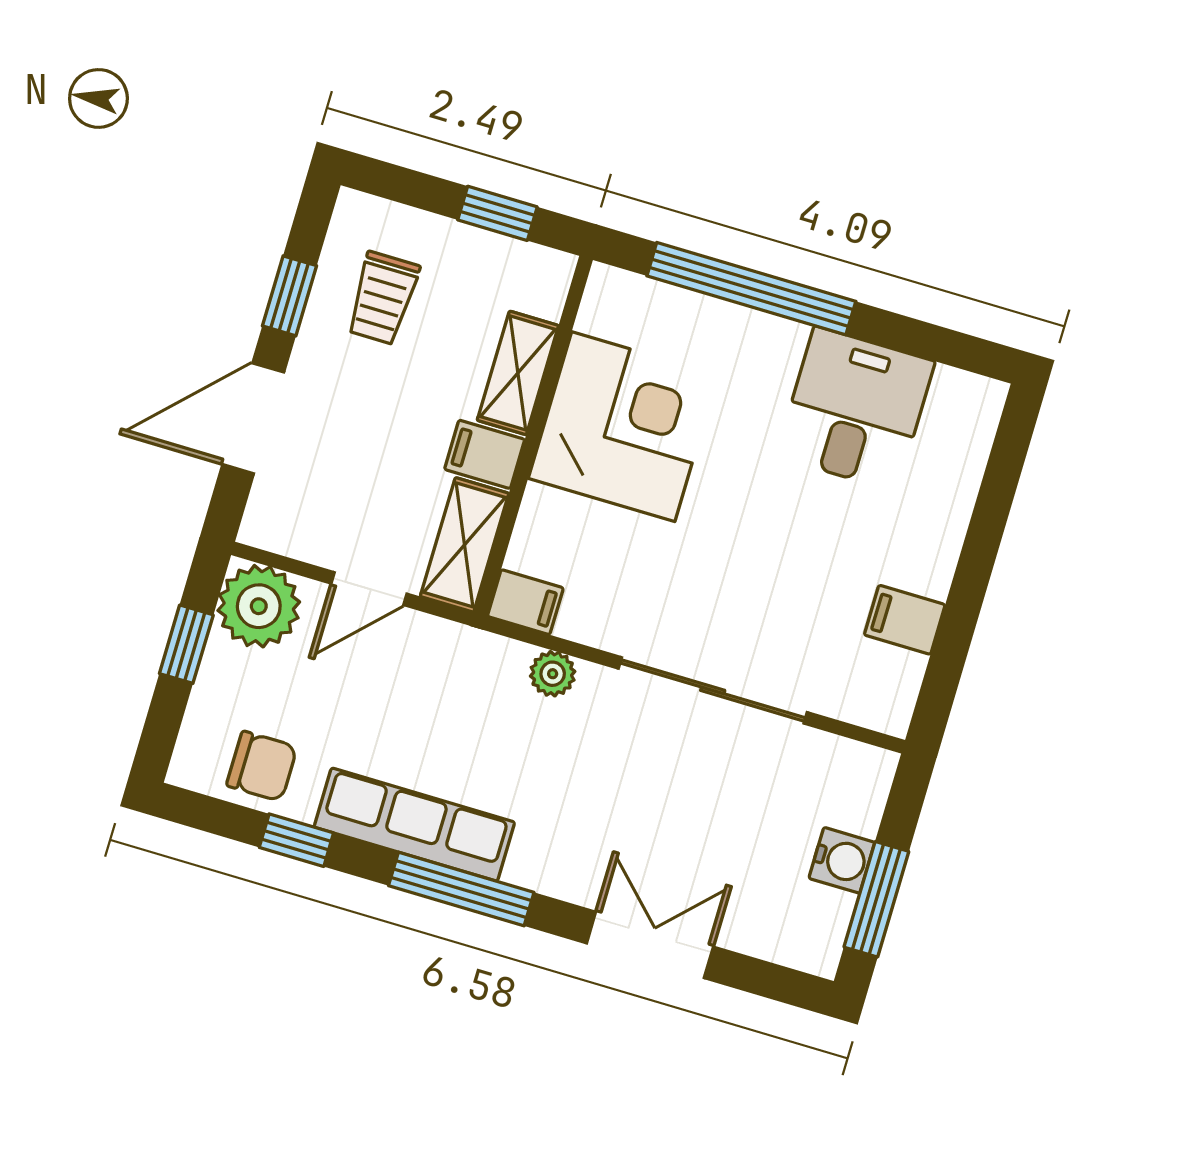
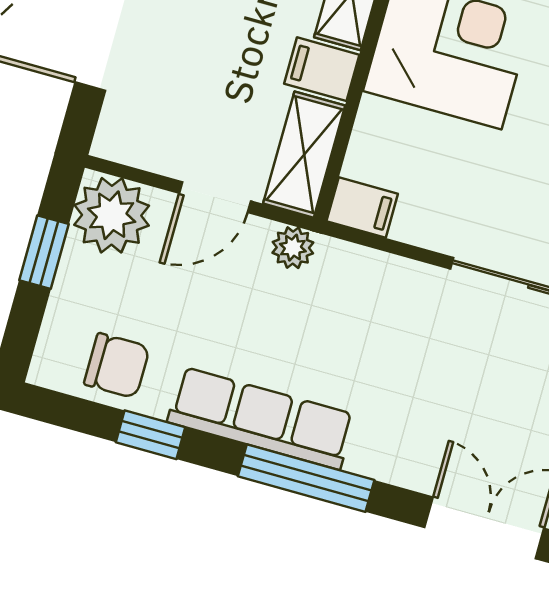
plant: (553, 674) -> (293, 248), moved

